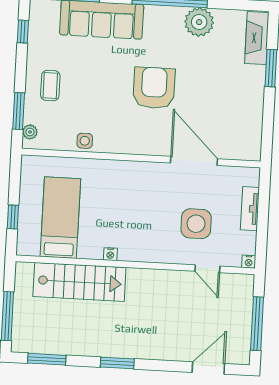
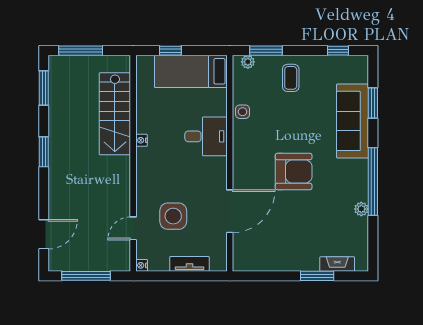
plant: (199, 22) -> (361, 209), width x0.53, depth x0.53
fireplace: (257, 38) -> (337, 264), width x0.73, depth x0.76
coffee table: (50, 86) -> (291, 78), turned 90
desk: (110, 183) -> (206, 136), added
bed: (60, 218) -> (191, 71), moved, turned 180
door: (208, 368) -> (44, 234), hinge flipped

